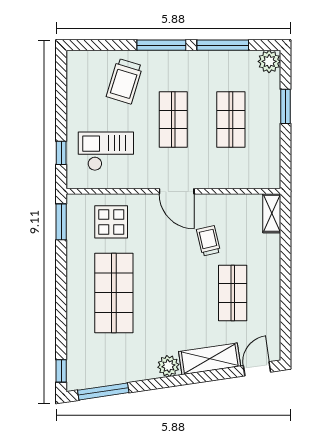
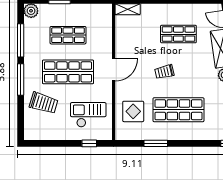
shop shelf: (173, 120) -> (68, 72), width x1.43, depth x1.36
checkout: (106, 151) -> (88, 115), turned 90
window: (61, 222) -> (156, 143), moved
trolley: (208, 241) -> (164, 72), moved

